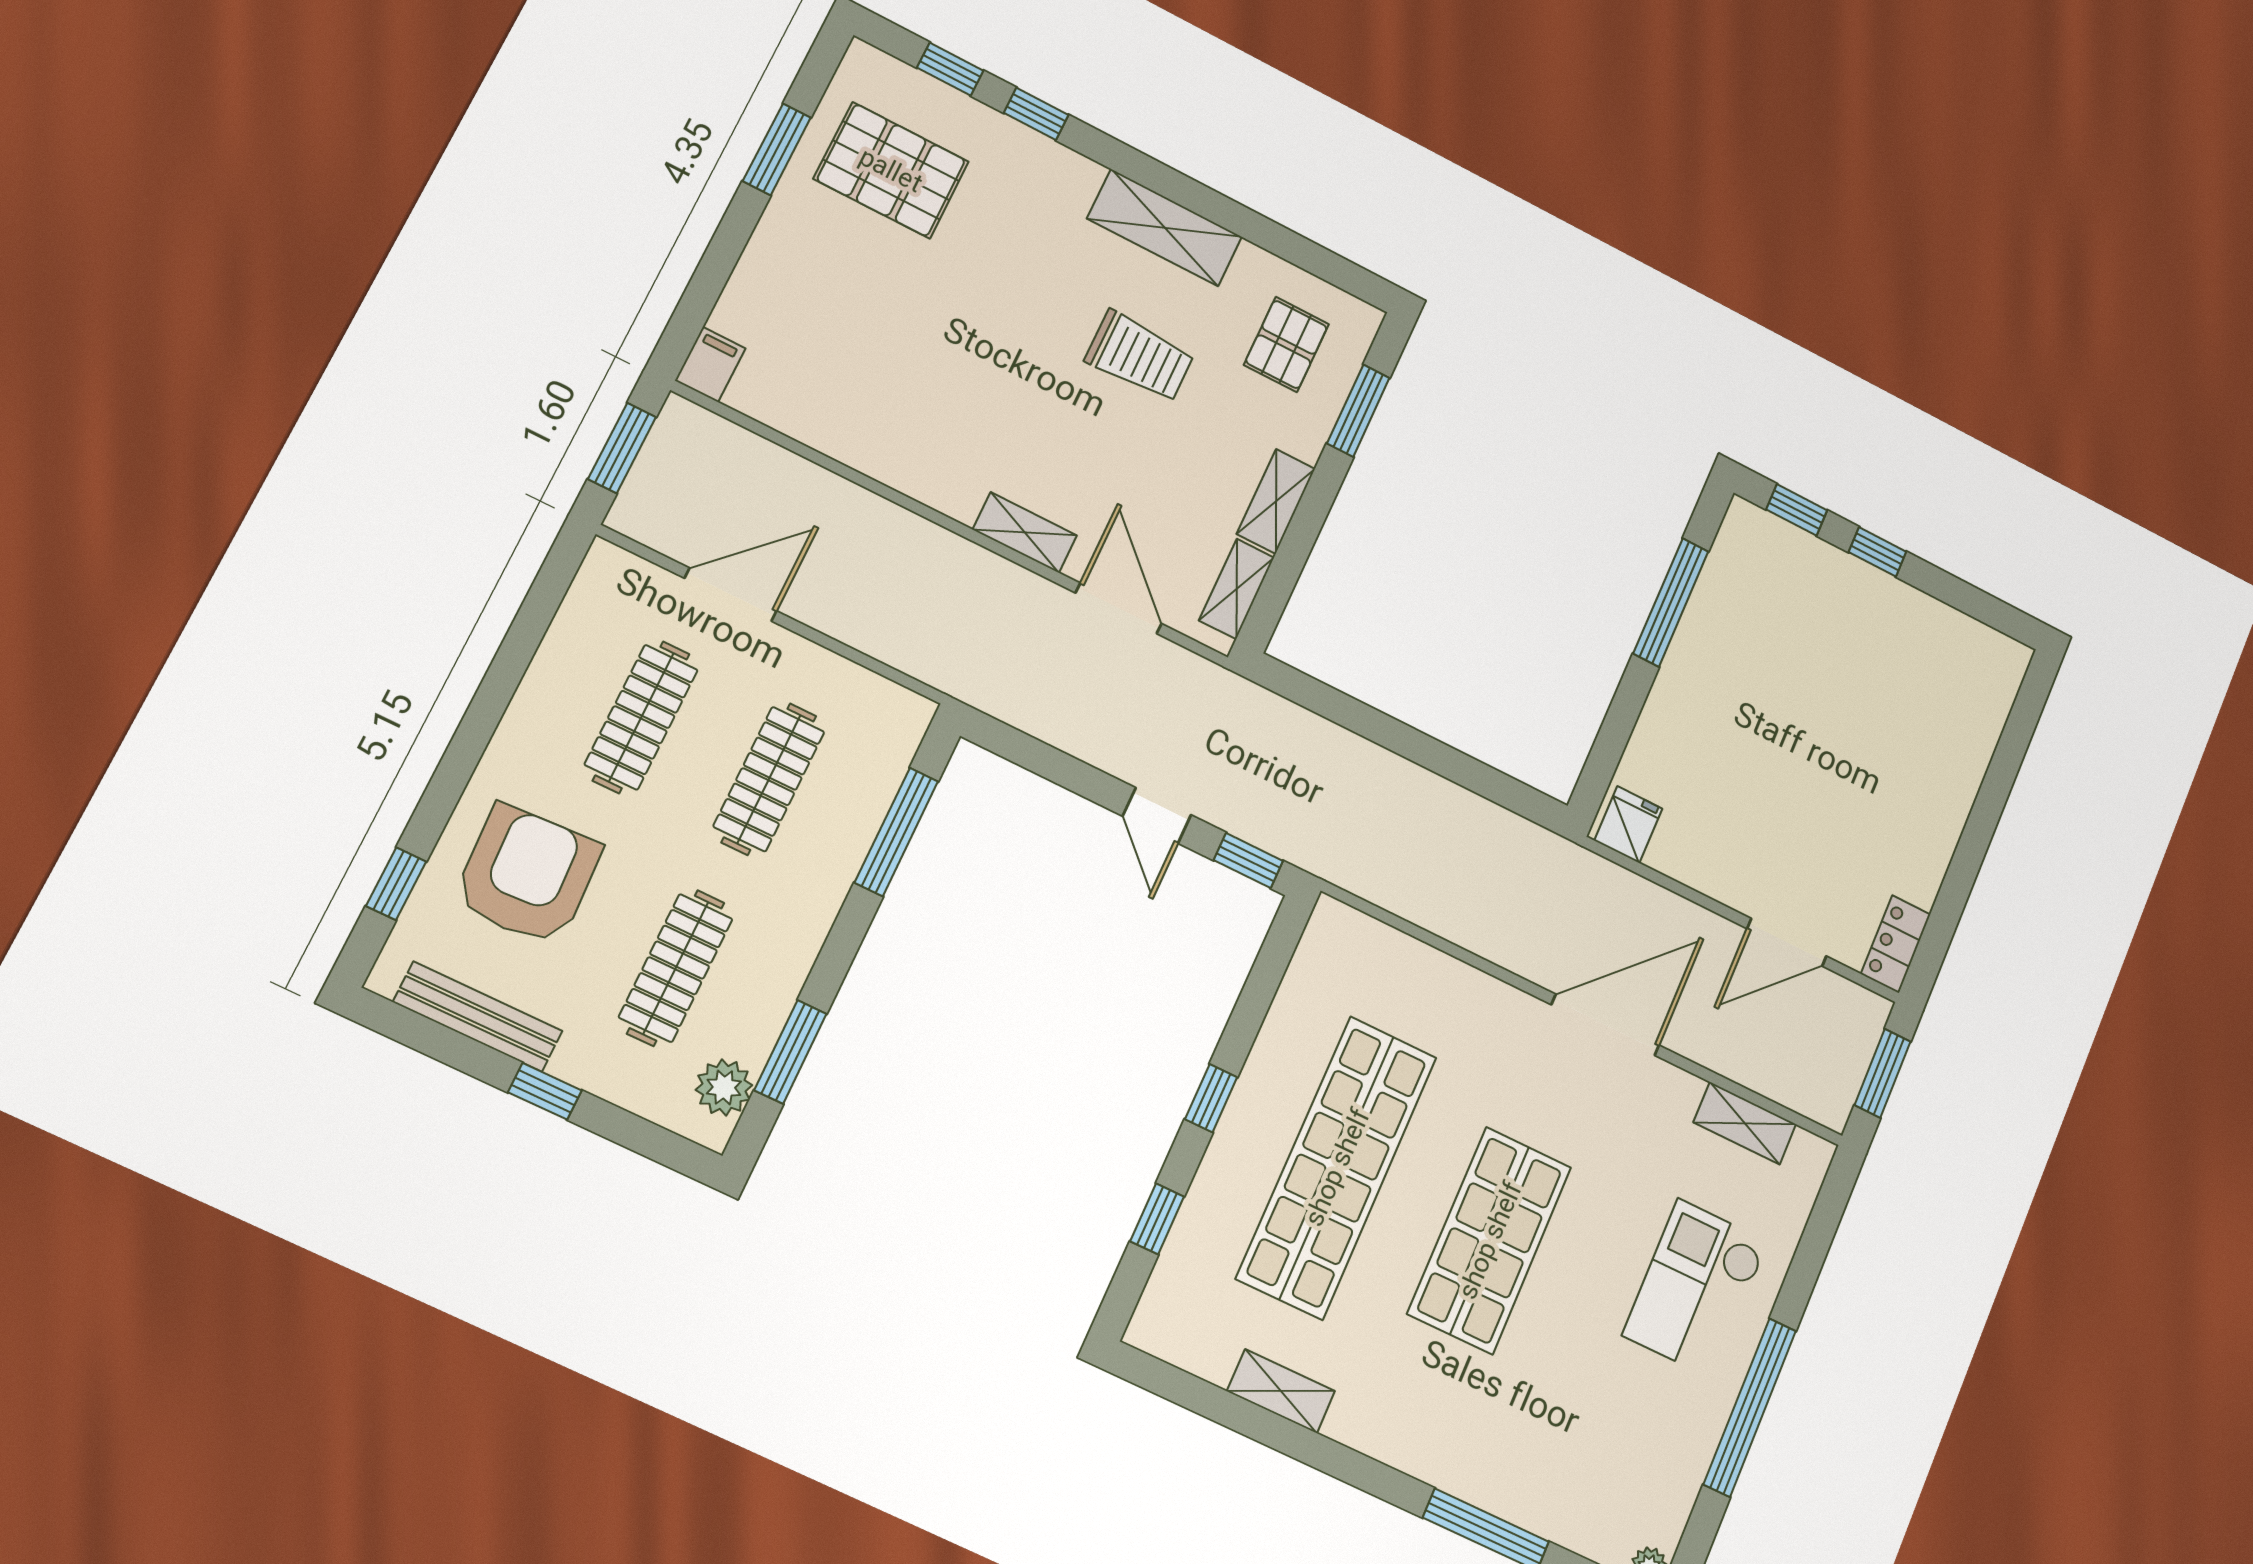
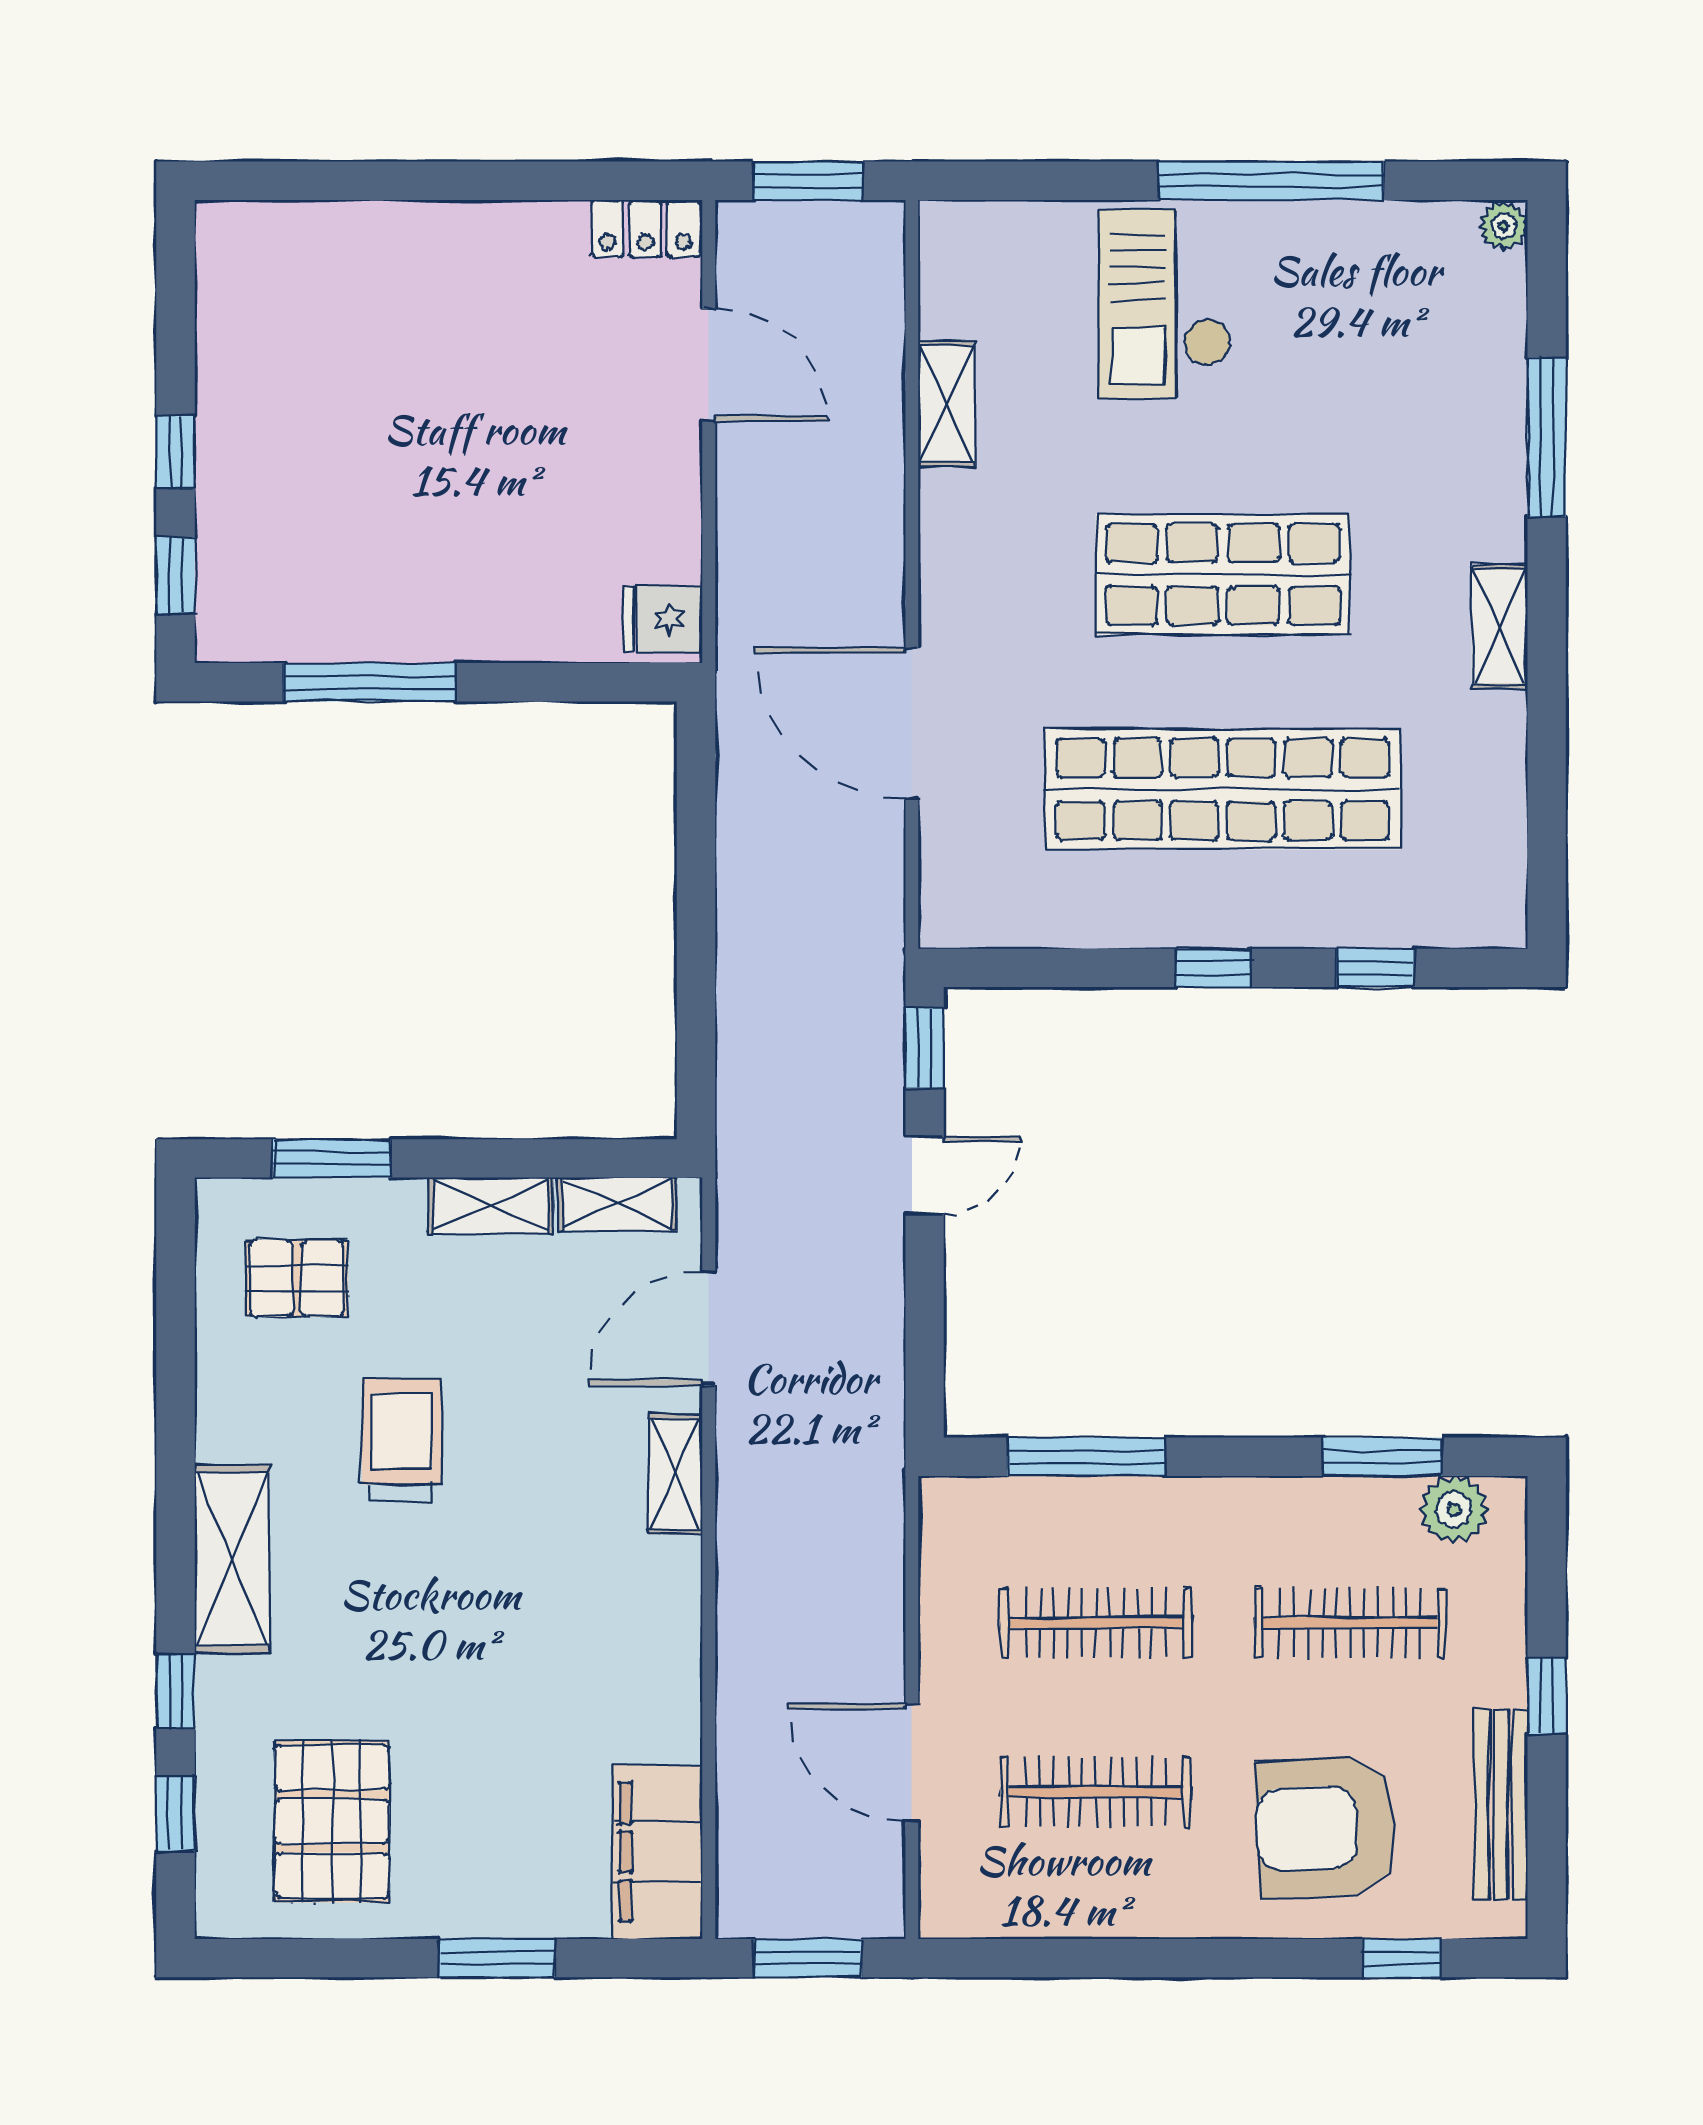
window: (777, 149) -> (497, 1958), moved
shelving: (1165, 228) -> (232, 1559), moved
filing cabinet: (710, 364) -> (657, 1852), width x3.00, depth x1.17
door: (1605, 1025) -> (912, 723), moved
shelving: (1745, 1123) -> (947, 404), moved
checkout: (1696, 1288) -> (1165, 304), turned 90
shelving: (1281, 1391) -> (1500, 627), moved

